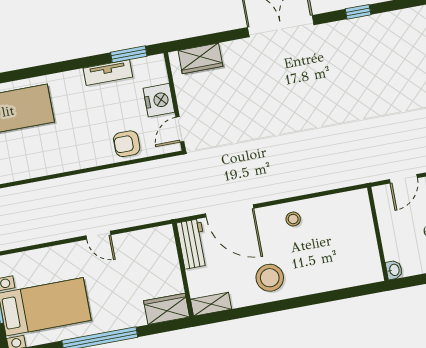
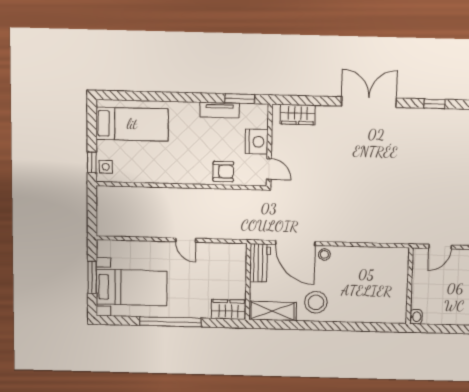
door: (180, 129) -> (269, 169), swing flipped
armchair: (127, 144) -> (223, 171), turned 180
stool: (293, 219) -> (324, 254), moved
shelving: (211, 304) -> (273, 311), width x1.50, depth x1.33

